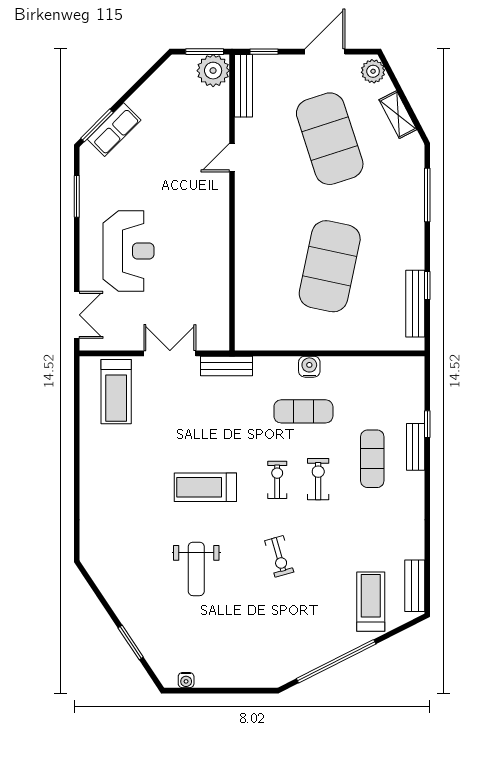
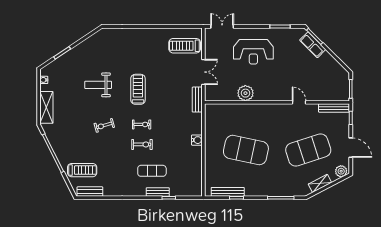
plant: (213, 71) -> (245, 93), moved
double door: (77, 315) -> (222, 27), swing flipped
exercise mat: (303, 411) -> (175, 137), removed
shelving: (242, 675) -> (46, 107), added

